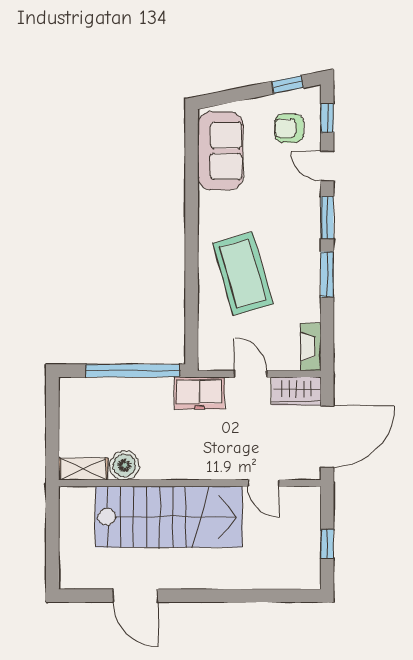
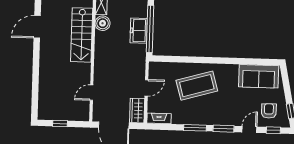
freezer: (199, 393) -> (139, 31), moved
stairs: (169, 517) -> (82, 35), width x0.73, depth x0.66

